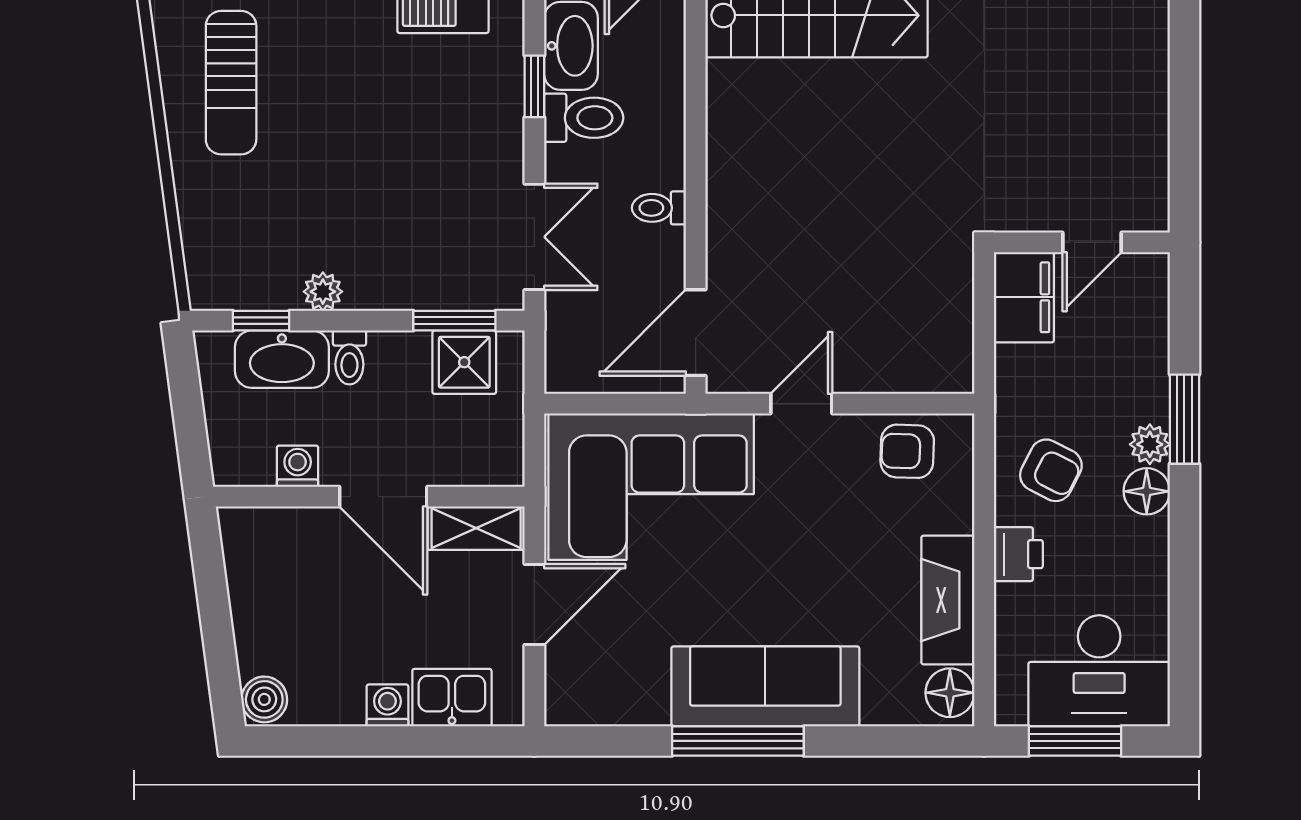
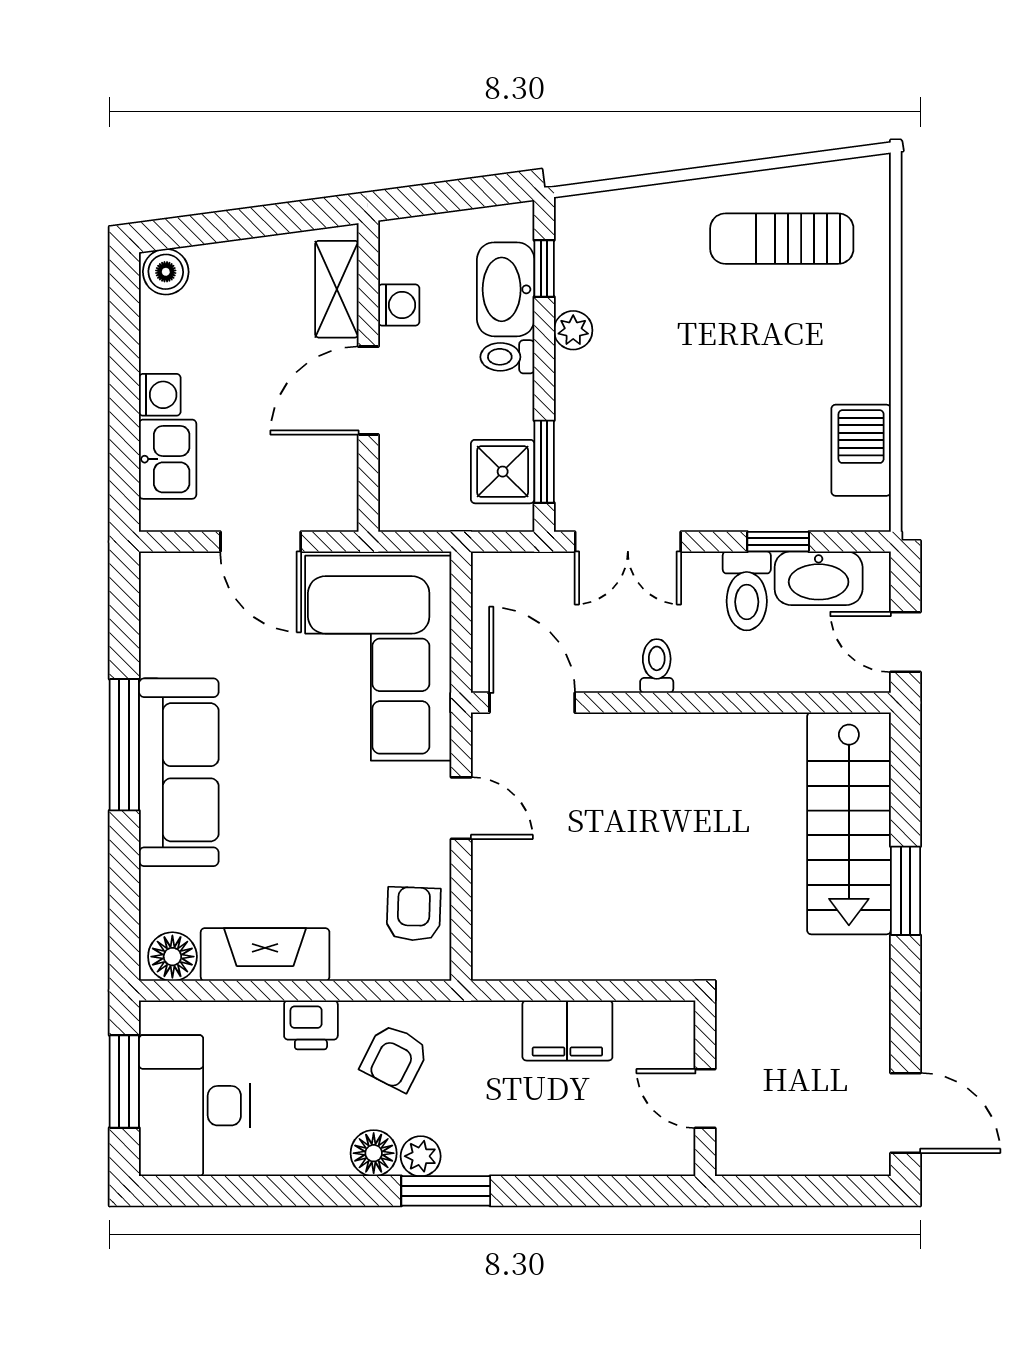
wall: (1082, 242) -> (705, 1088), moved
door: (1092, 242) -> (705, 1099), moved
shelving: (476, 528) -> (337, 289), moved

